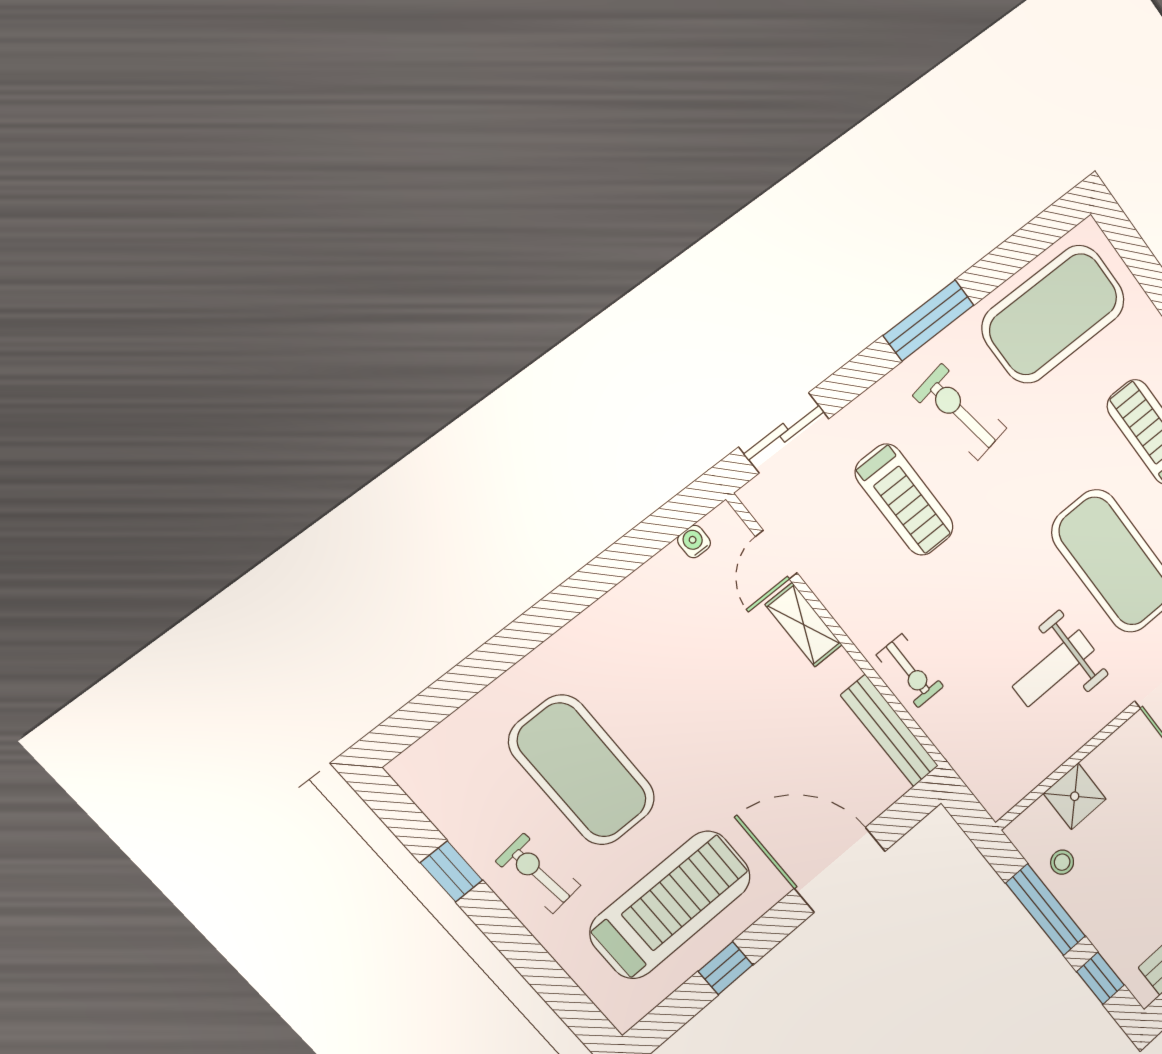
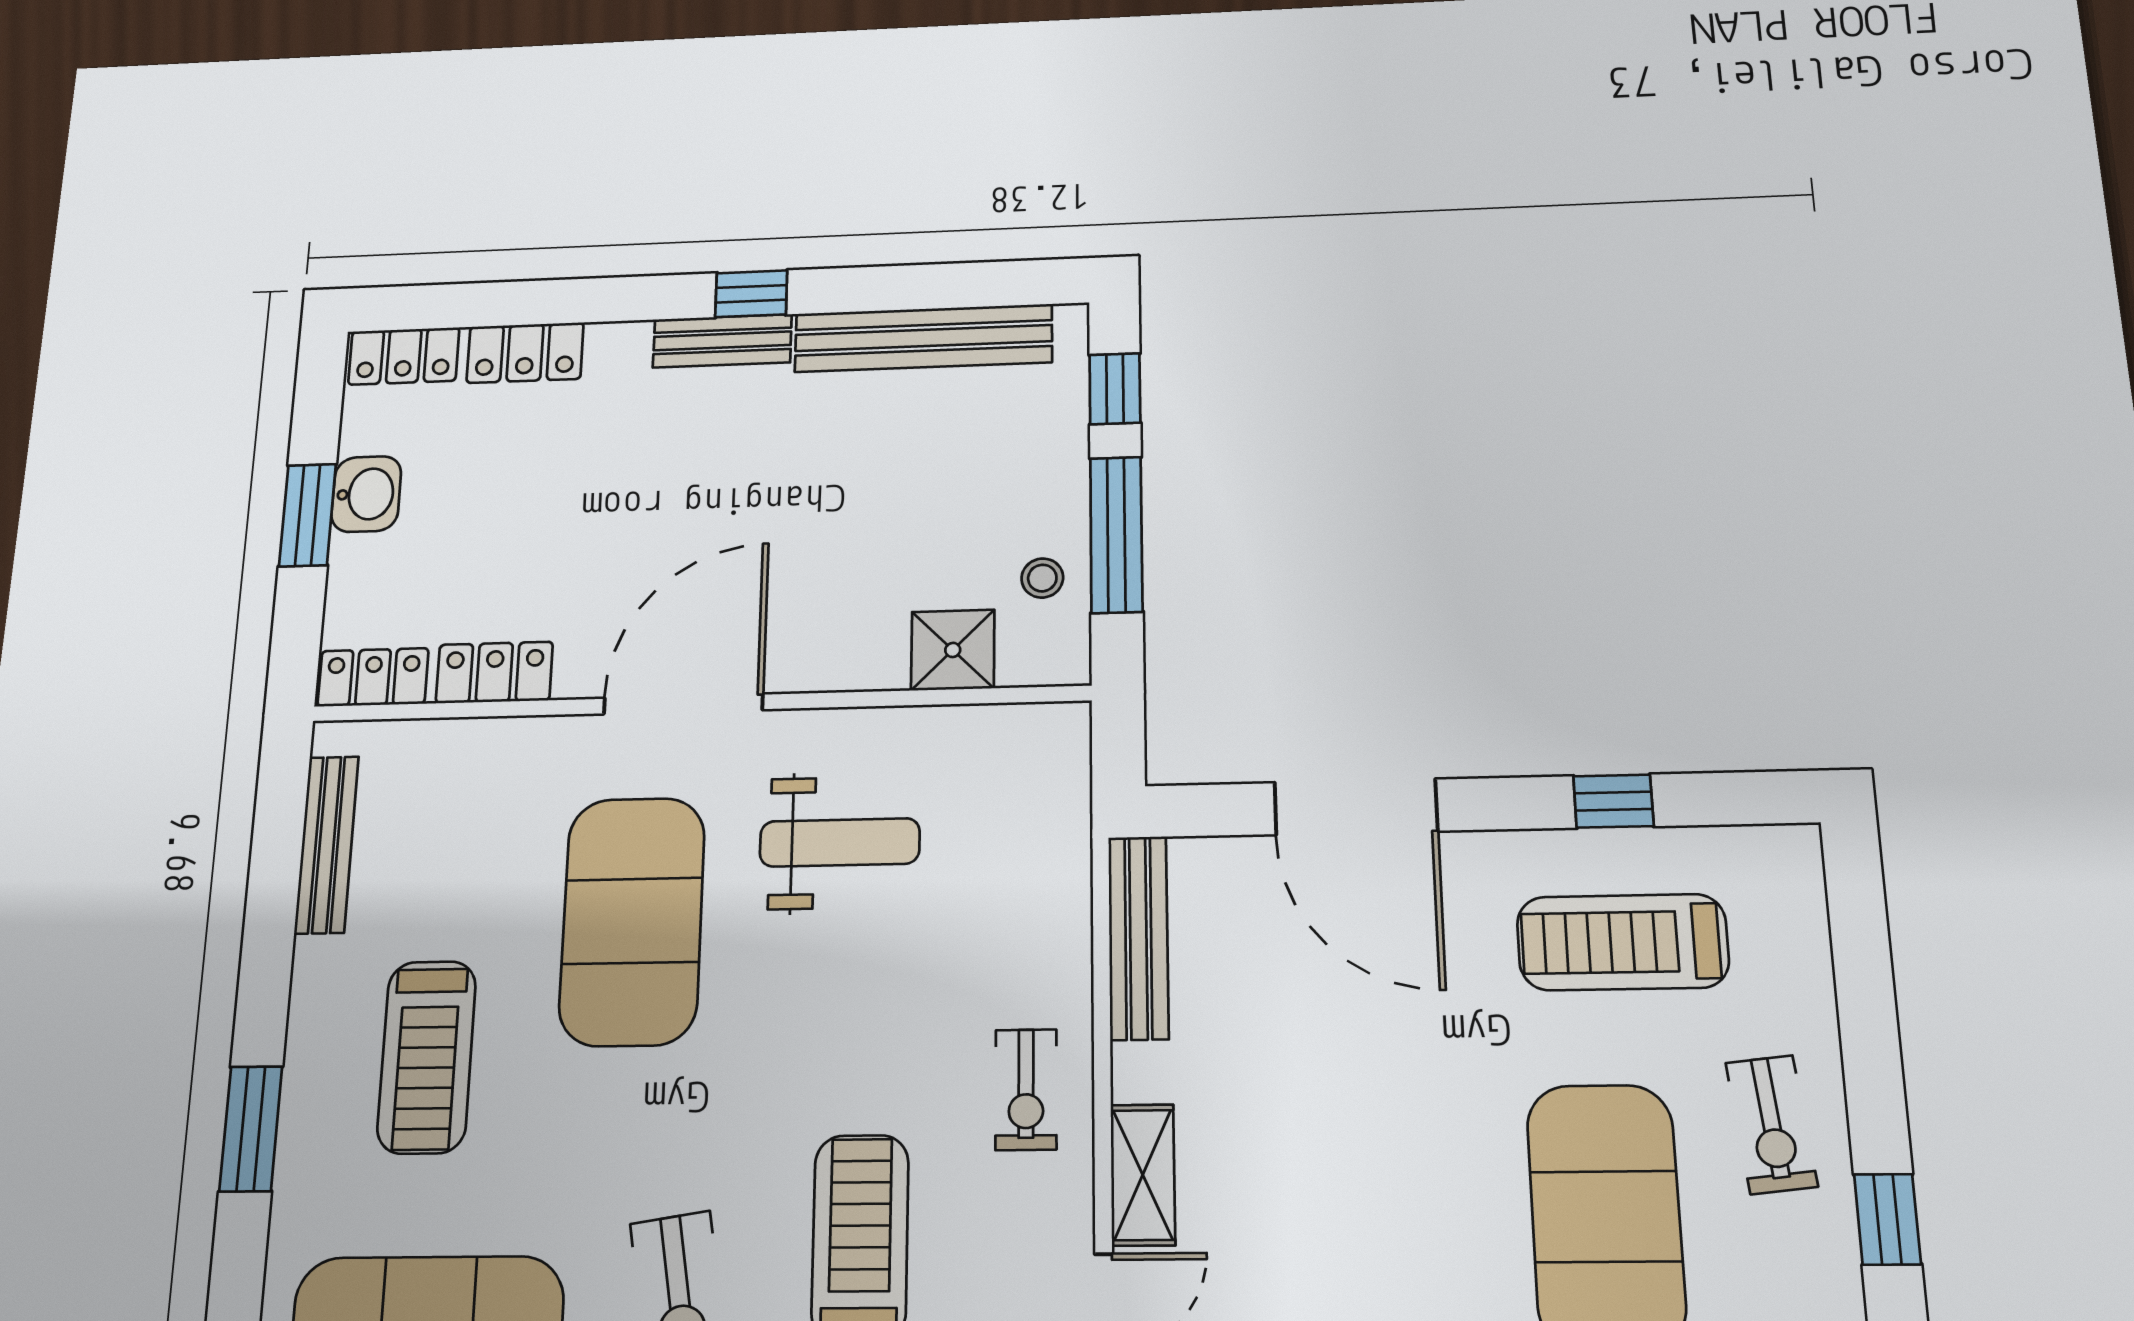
exercise bike: (910, 671) -> (1026, 1090), moved, turned 180
treadmill: (671, 904) -> (1623, 942), width x0.73, depth x0.73

